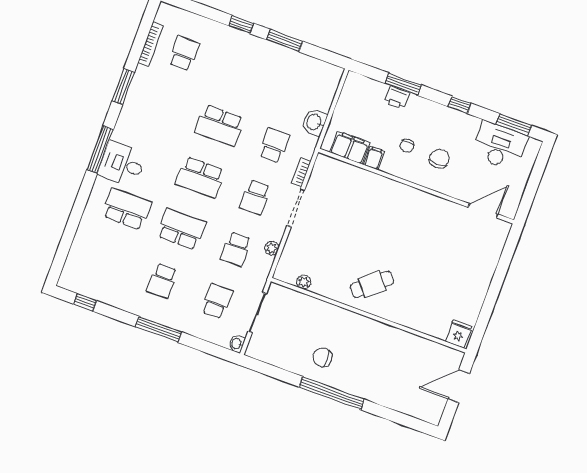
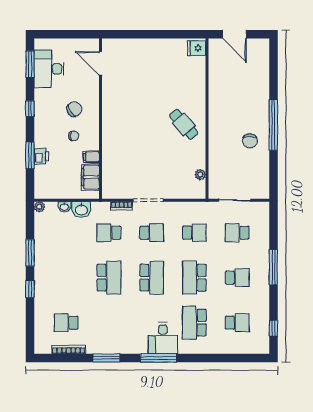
chair: (439, 159) -> (74, 109), turned 149
plant: (272, 248) -> (39, 207), moved
school desk: (108, 261) -> (237, 323), added
washbasin: (237, 344) -> (64, 207), moved

